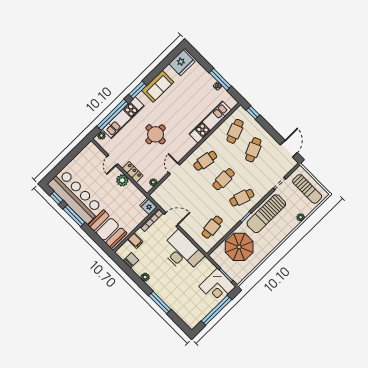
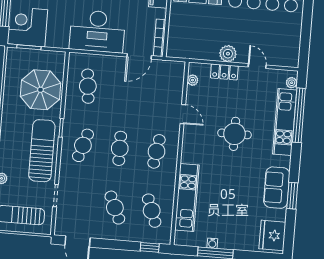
window: (138, 90) -> (292, 196), moved
fridge: (148, 206) -> (176, 50), removed

